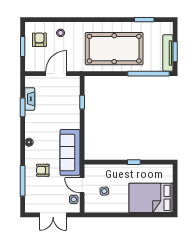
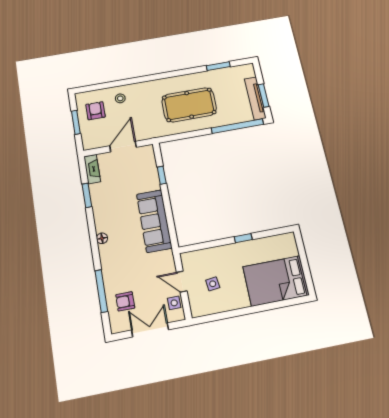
pool table: (114, 49) -> (189, 105), width x0.73, depth x0.76
fireplace: (30, 99) -> (92, 169), moved
sofa: (70, 152) -> (154, 221), moved
armchair: (43, 170) -> (125, 301), moved
double door: (53, 215) -> (150, 330), swing flipped

